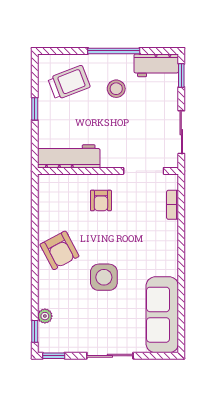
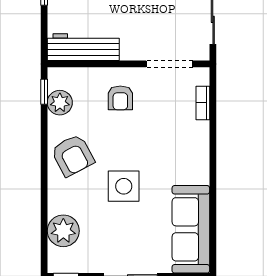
plant: (48, 205) -> (60, 103), added
plant: (45, 316) -> (63, 231), width x1.87, depth x1.87
window: (35, 331) -> (44, 92), moved

